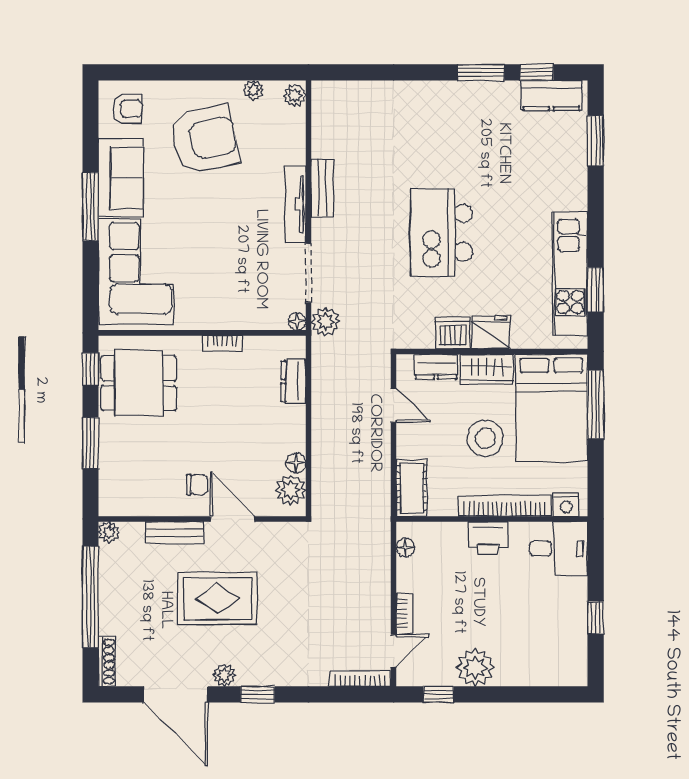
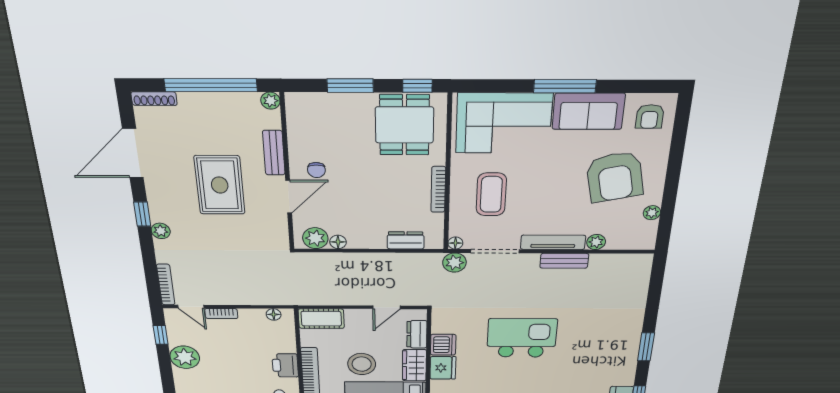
window: (481, 72) -> (646, 347), moved
plant: (295, 95) -> (596, 242), moved
coffee table: (229, 281) -> (491, 194), added
bookcase: (222, 343) -> (438, 190), width x1.56
plant: (224, 675) -> (161, 231), moved

